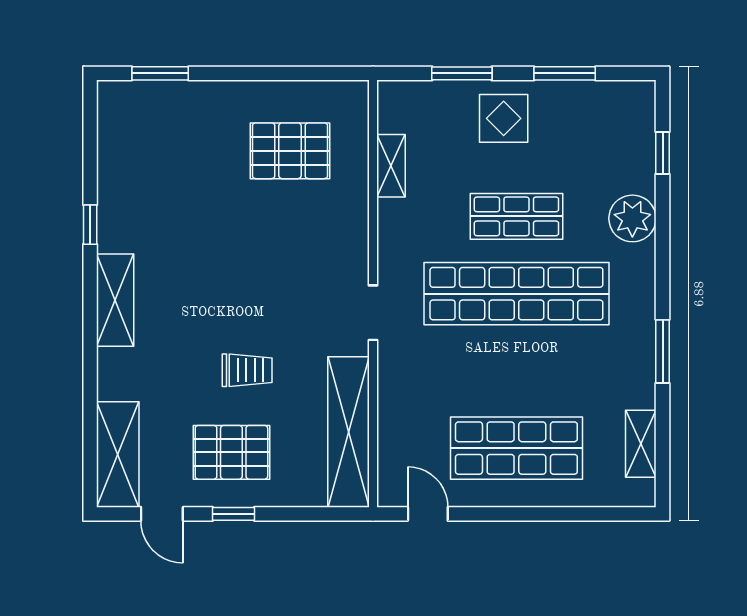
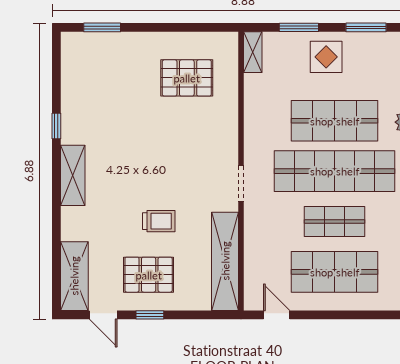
shelving: (391, 166) -> (253, 52), moved
shop shelf: (516, 216) -> (335, 121), width x1.43, depth x1.36
shop shelf: (516, 371) -> (335, 222), added

